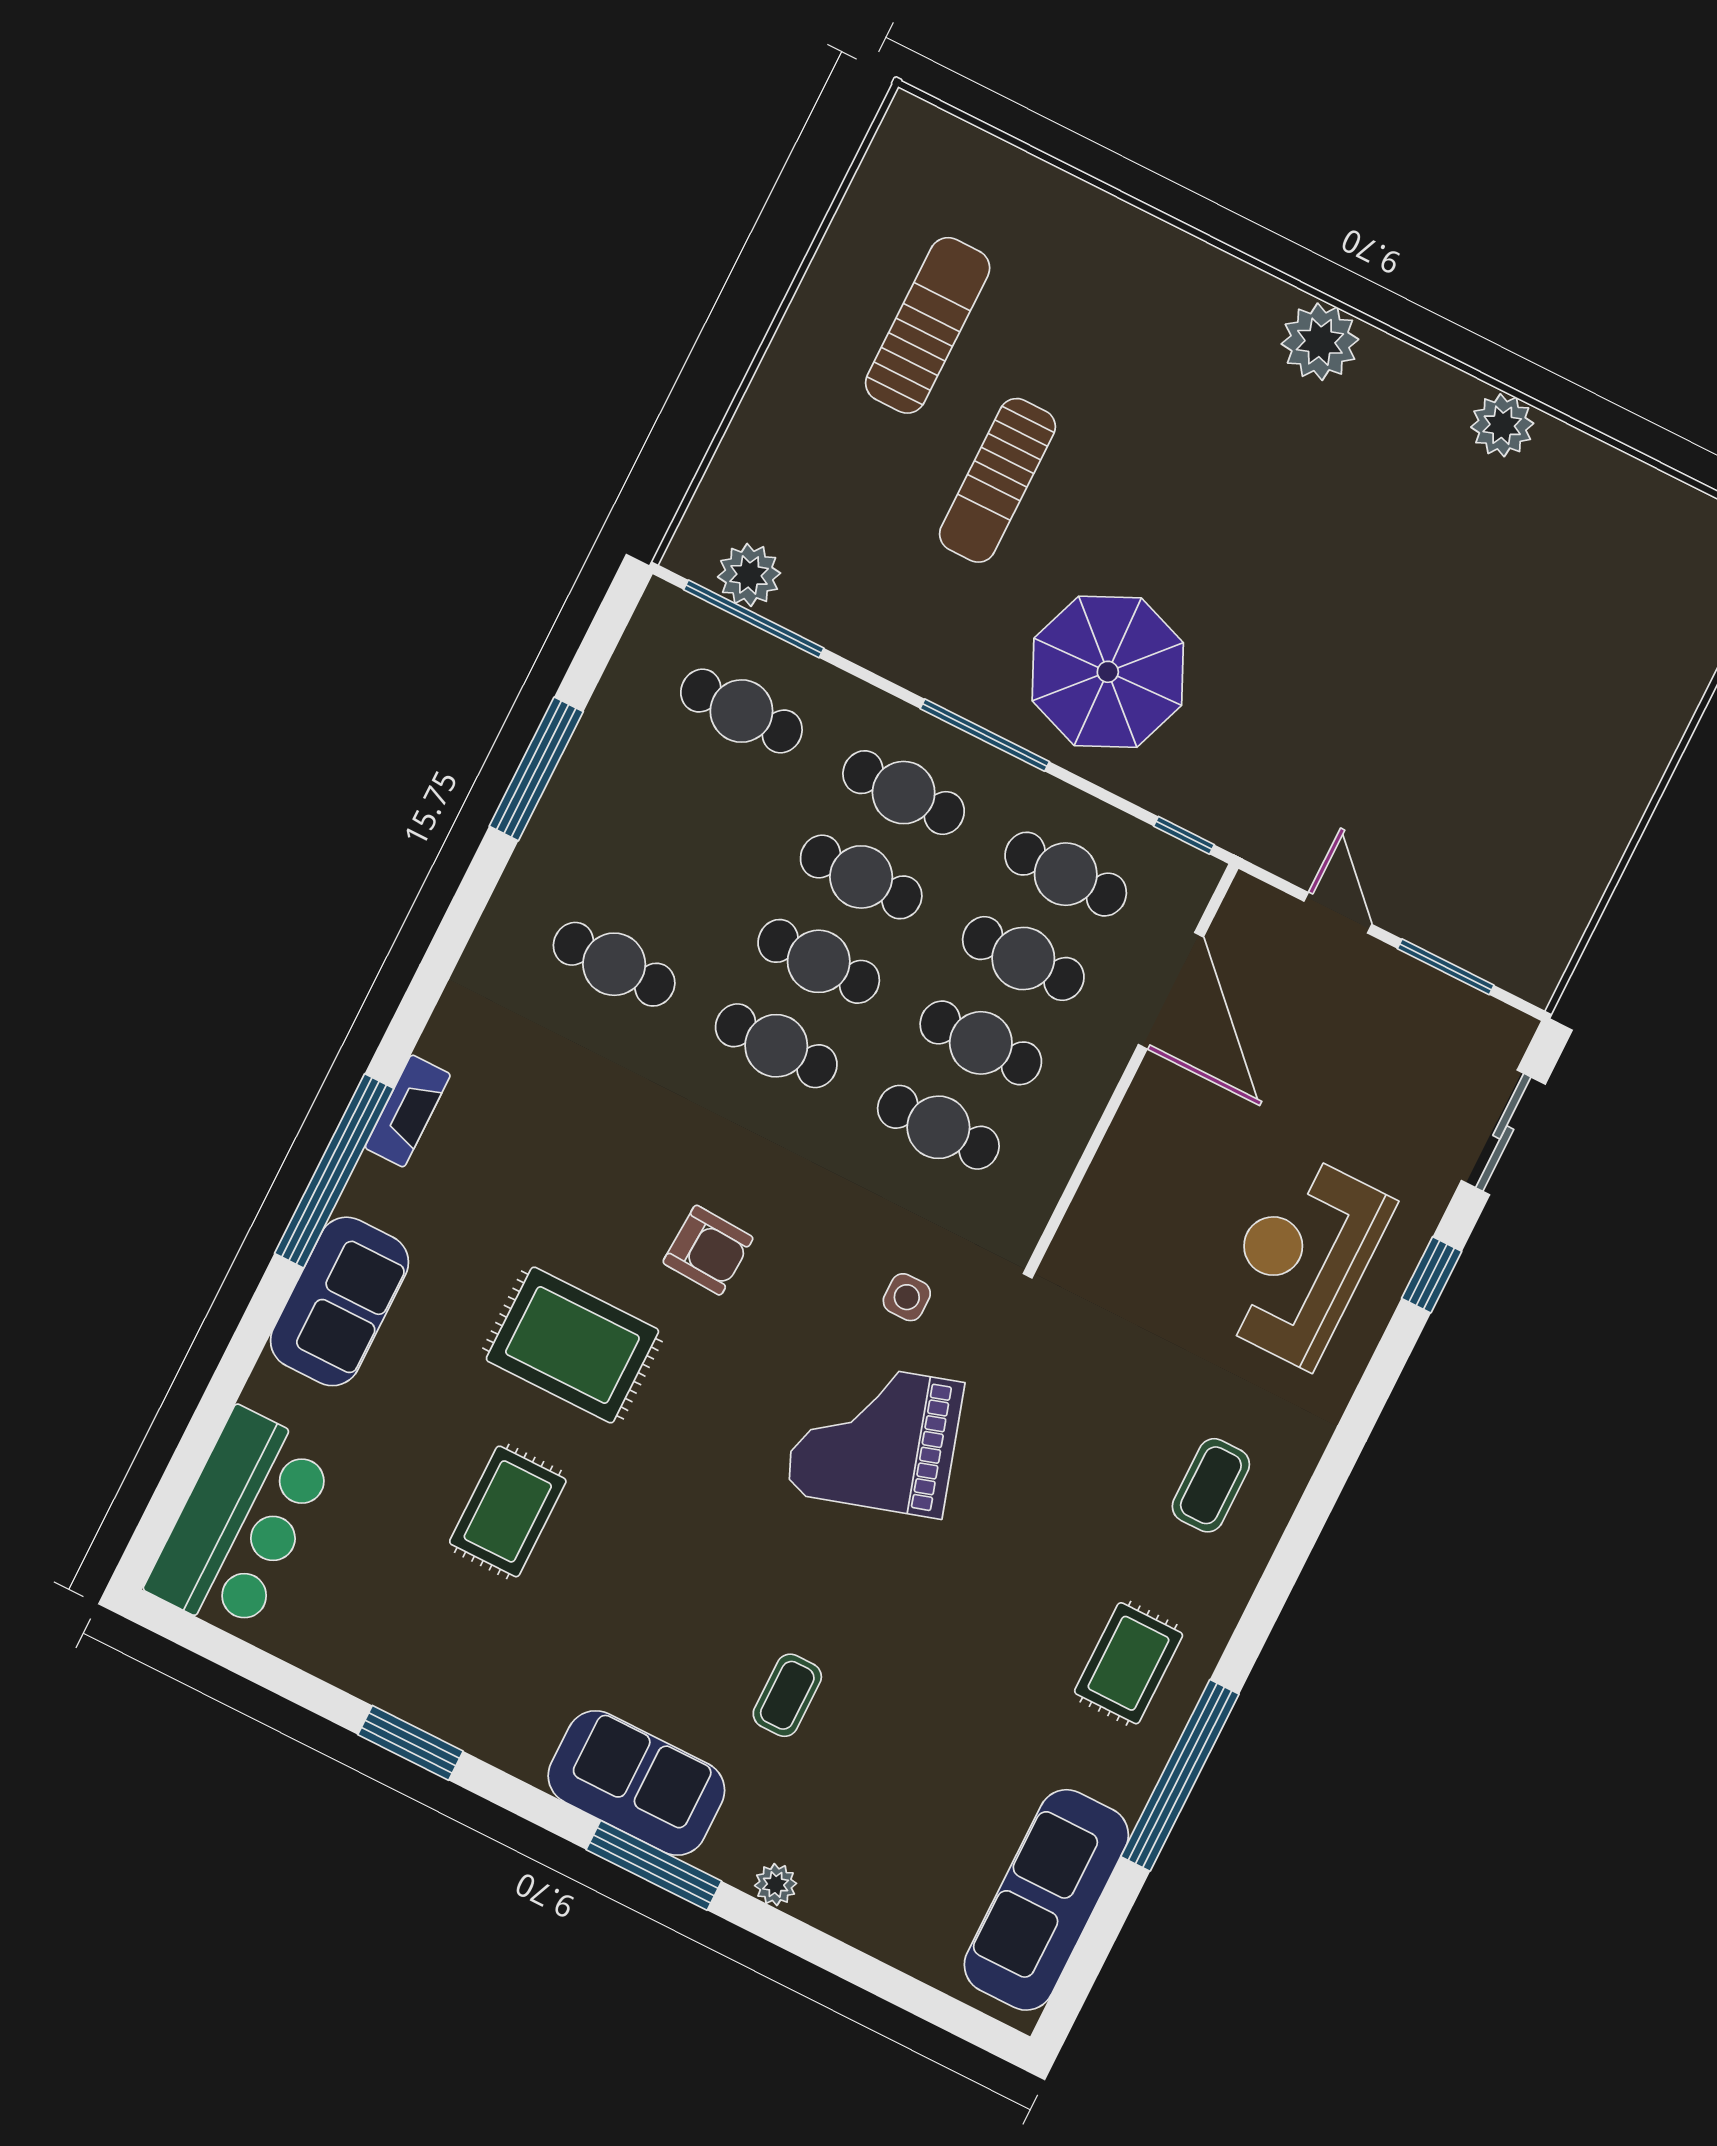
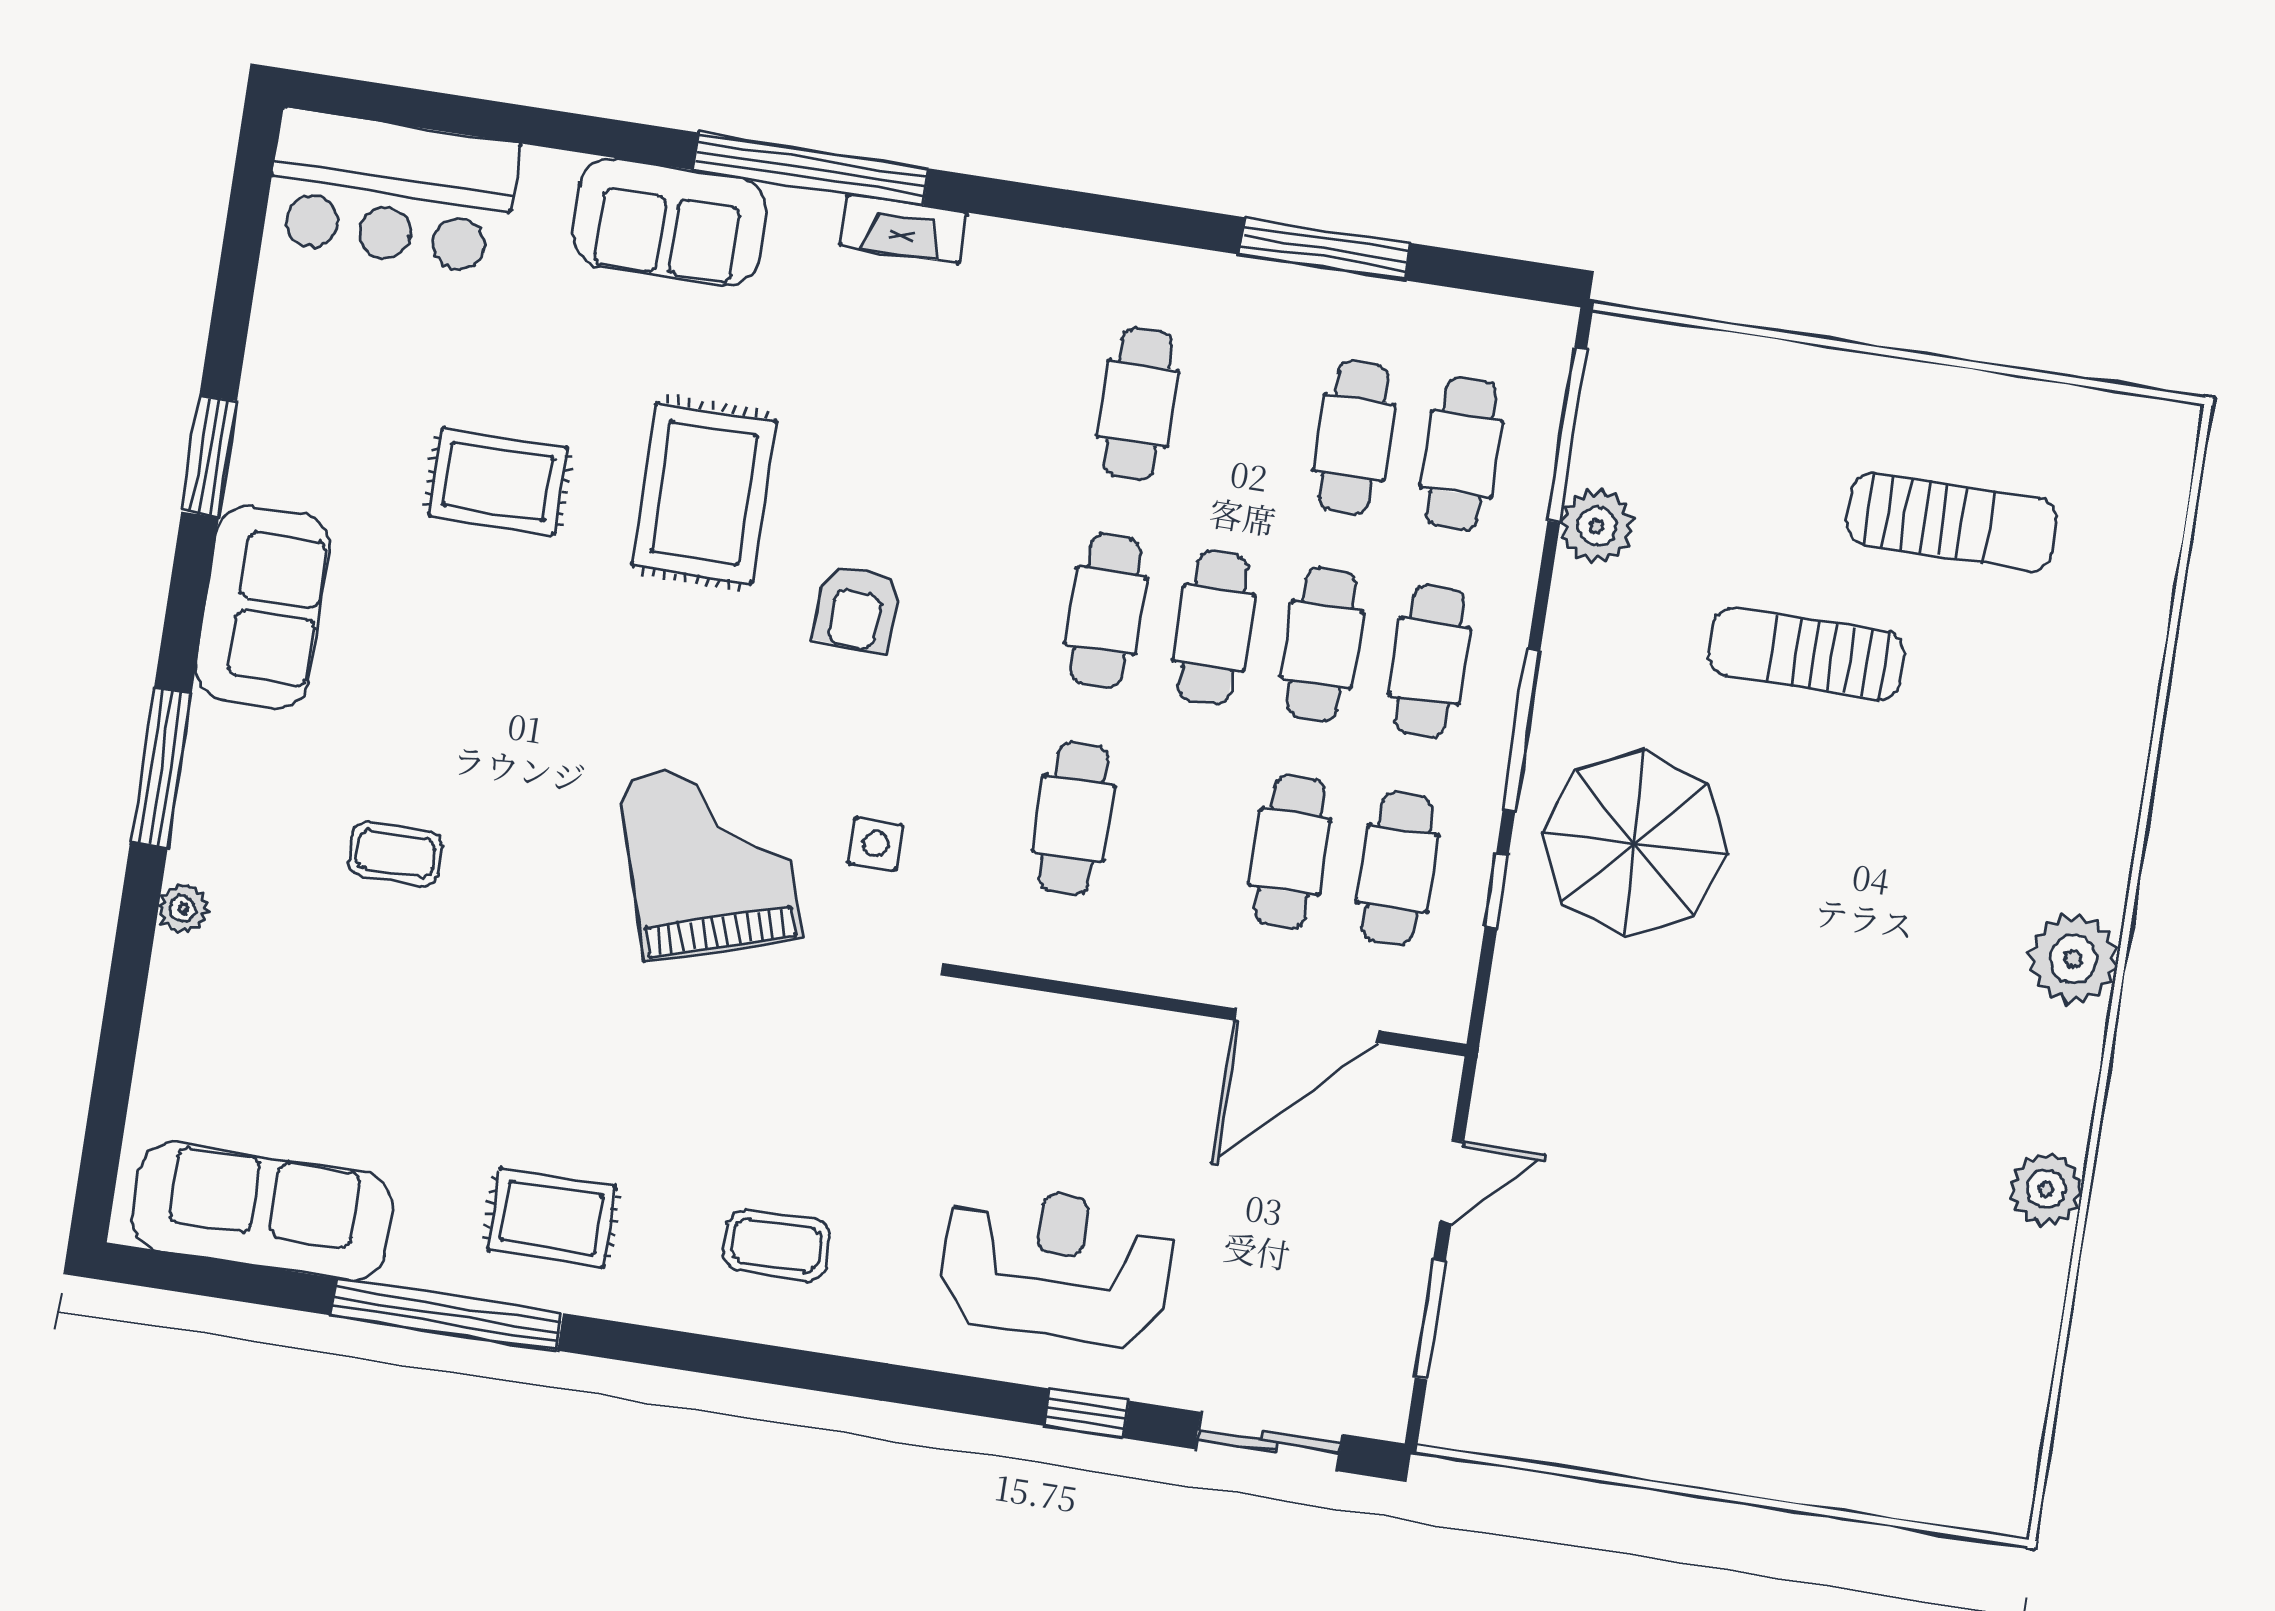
plant: (749, 575) -> (1597, 526), moved
window: (1184, 835) -> (1497, 891), moved
cafe table: (981, 1043) -> (1354, 437), moved
sofa: (636, 1783) -> (263, 607), moved

